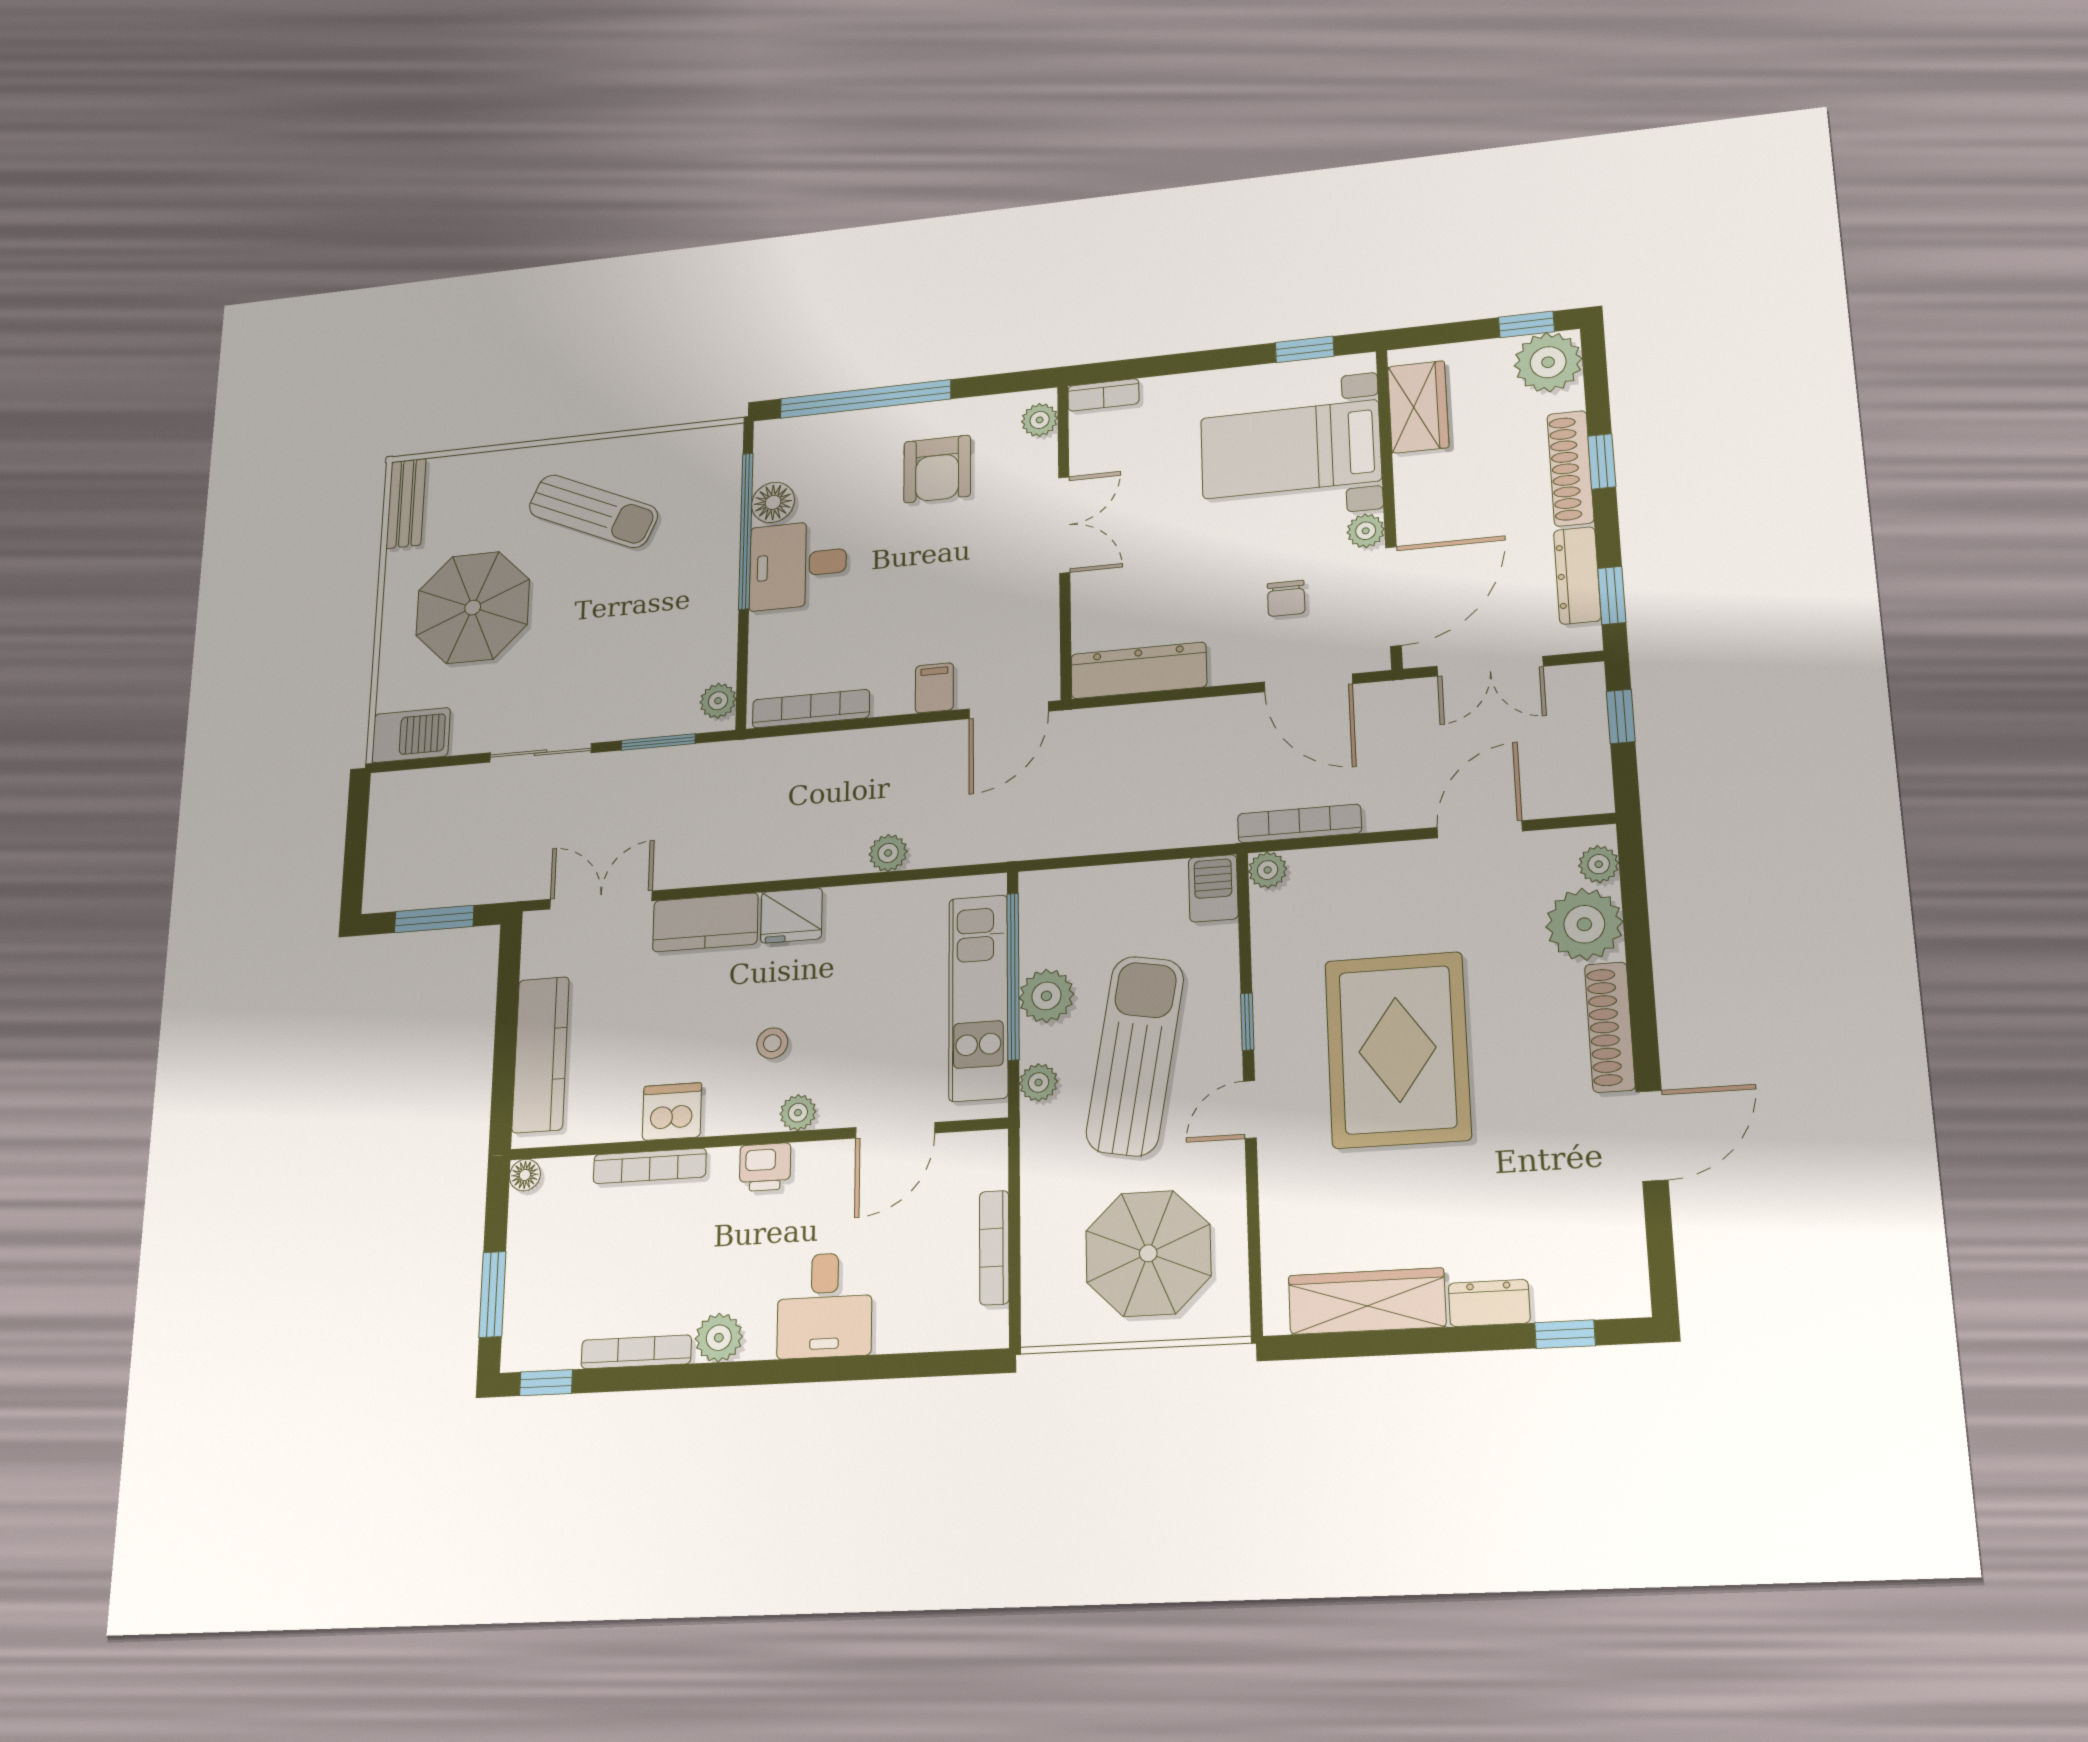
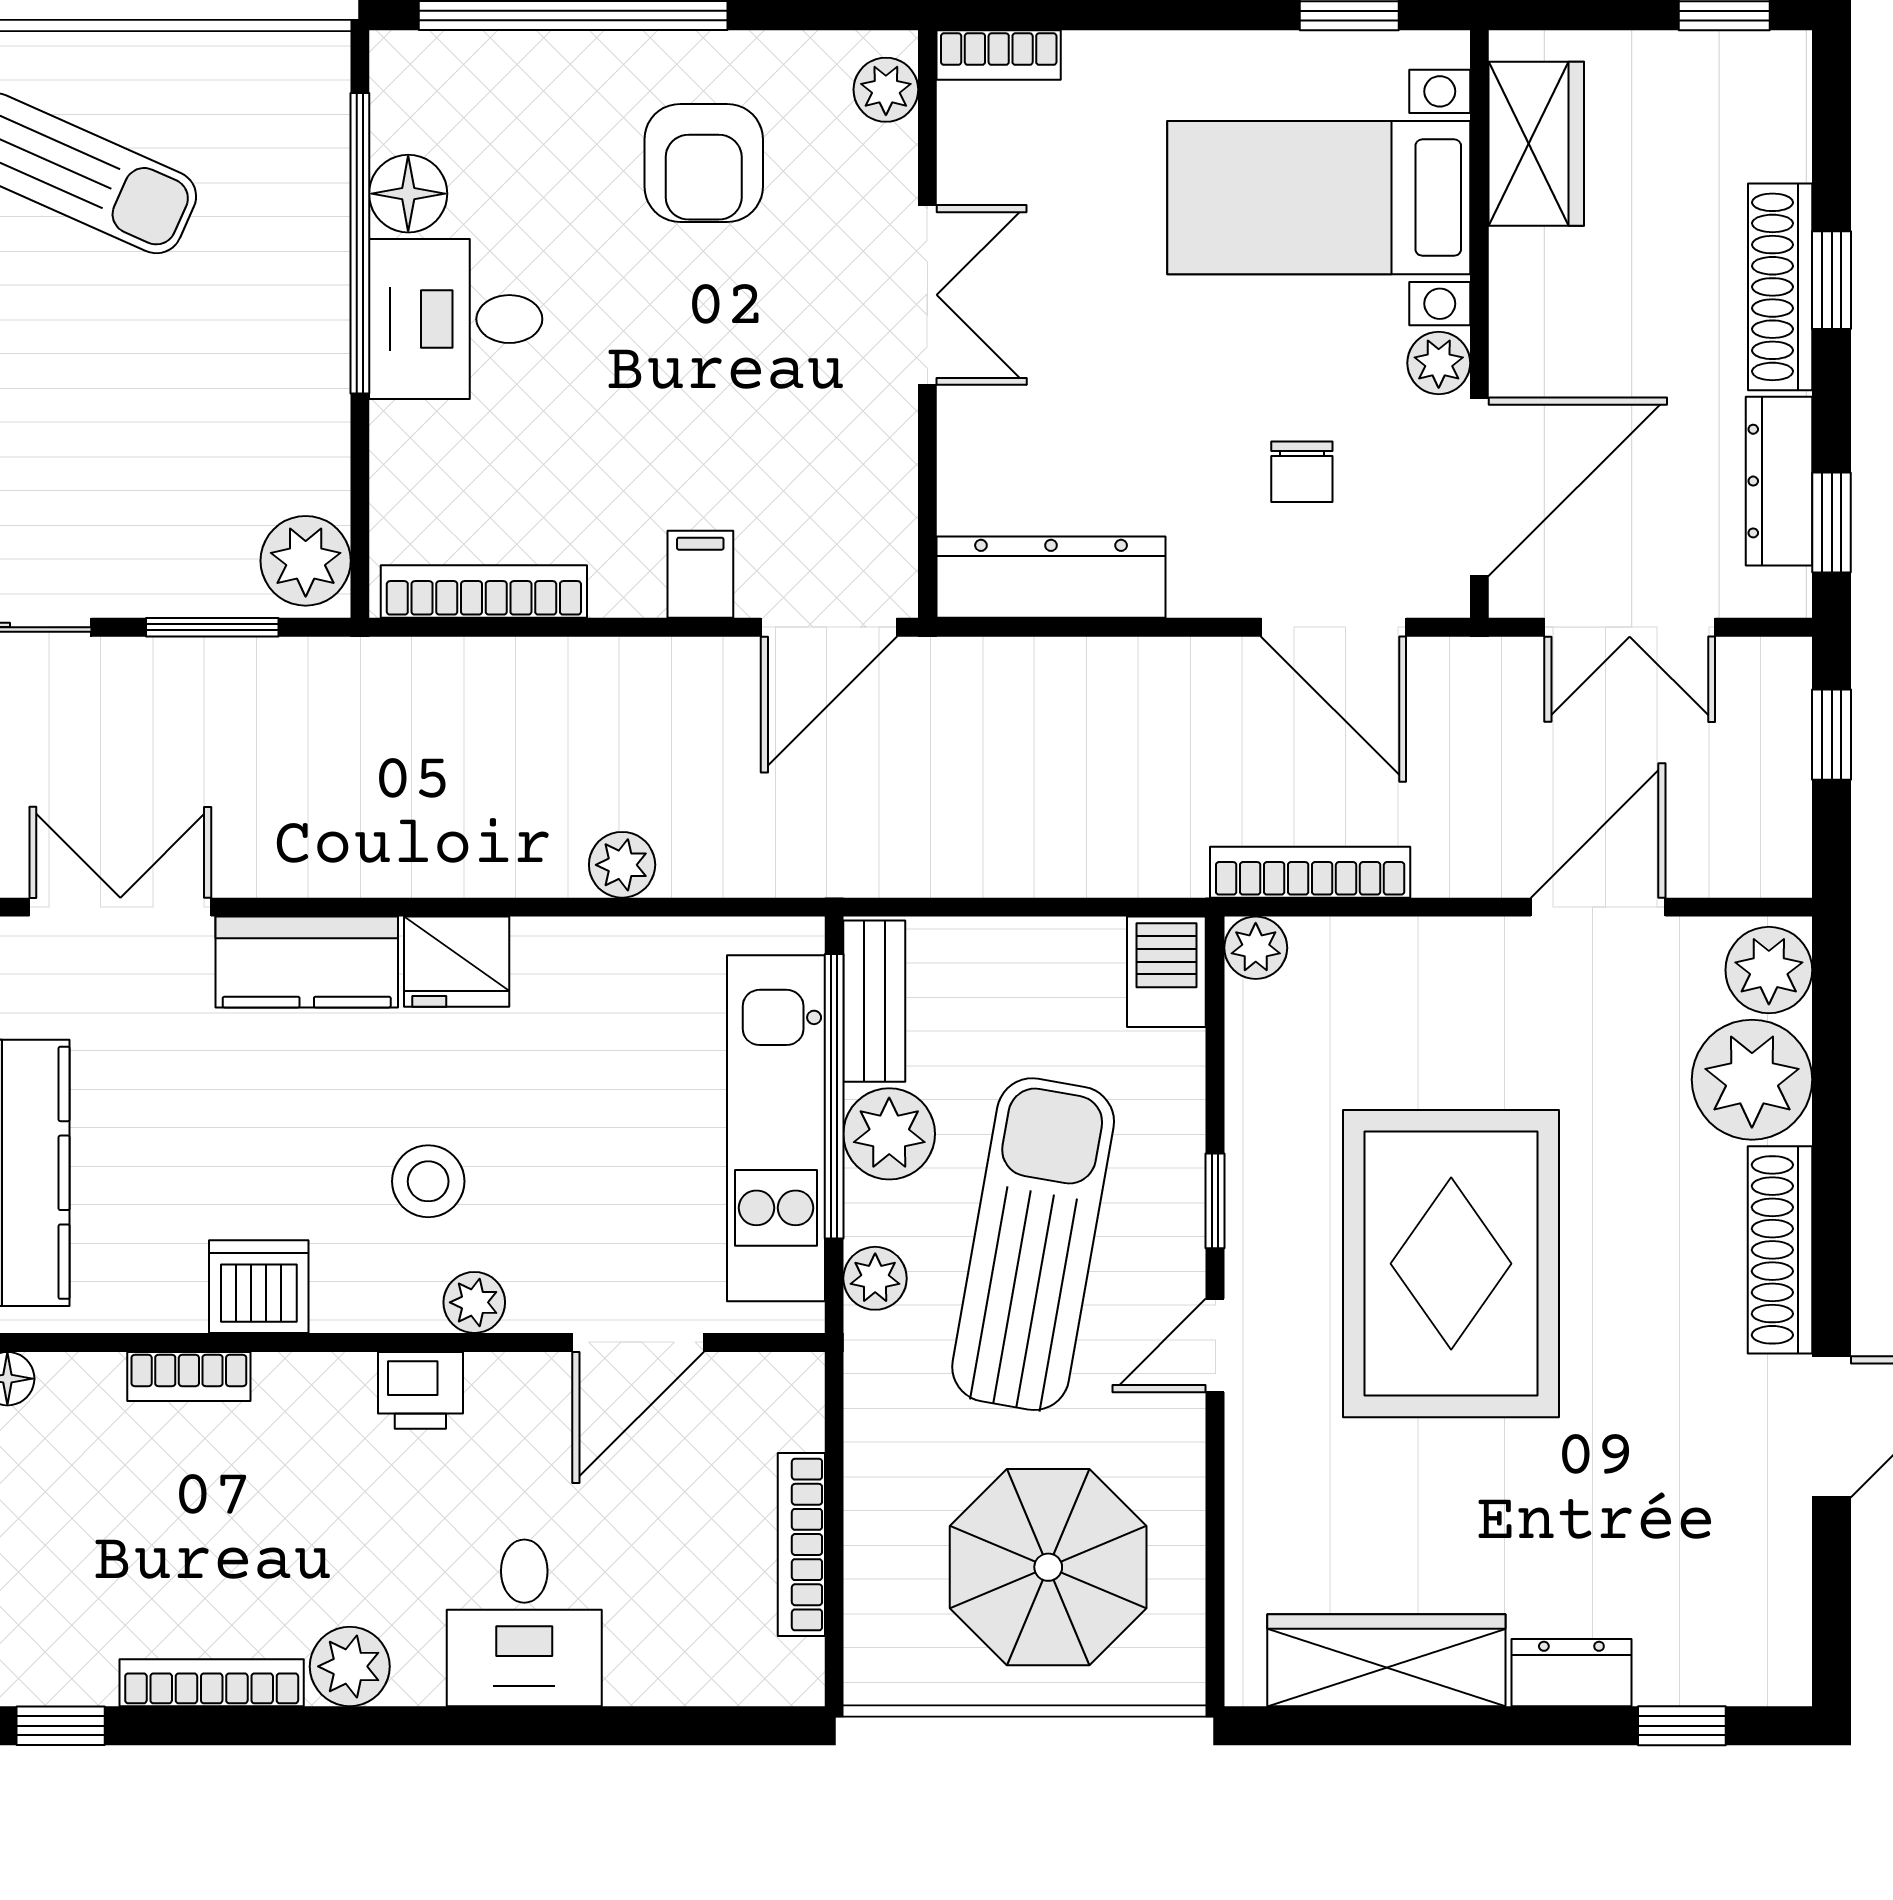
plant: (1548, 362) -> (1756, 87), removed
plant: (718, 701) -> (306, 561), width x1.38, depth x1.38
plant: (1599, 864) -> (1769, 970), width x1.38, depth x1.38
bench: (1037, 919) -> (874, 1001), added
stool: (772, 1043) -> (428, 1181), width x1.37, depth x1.37
bookcase: (650, 1166) -> (189, 1376), width x0.64

